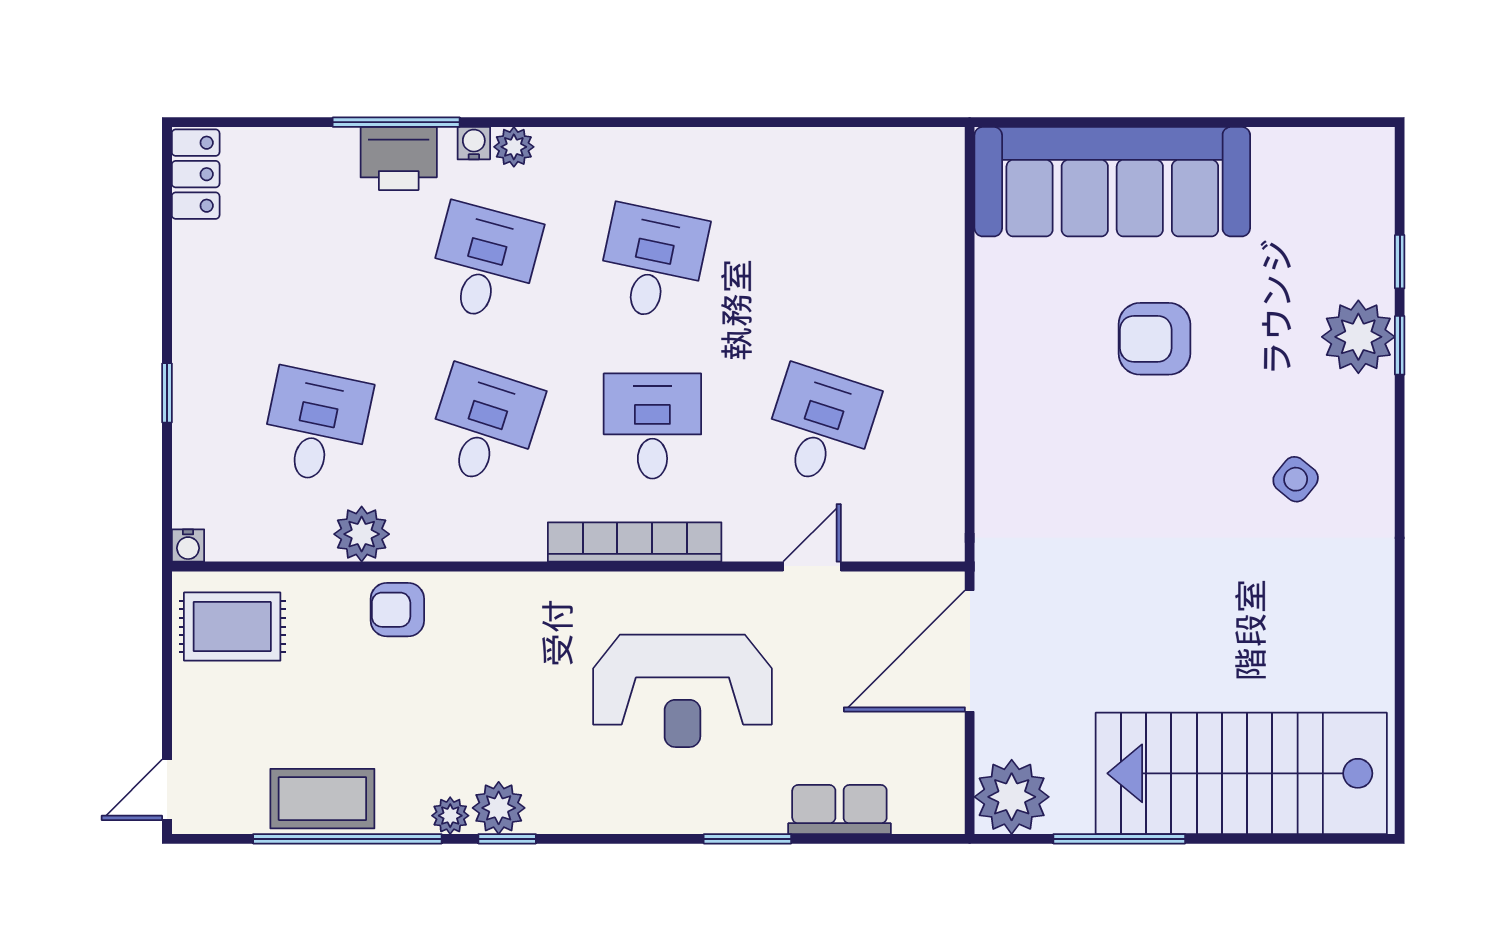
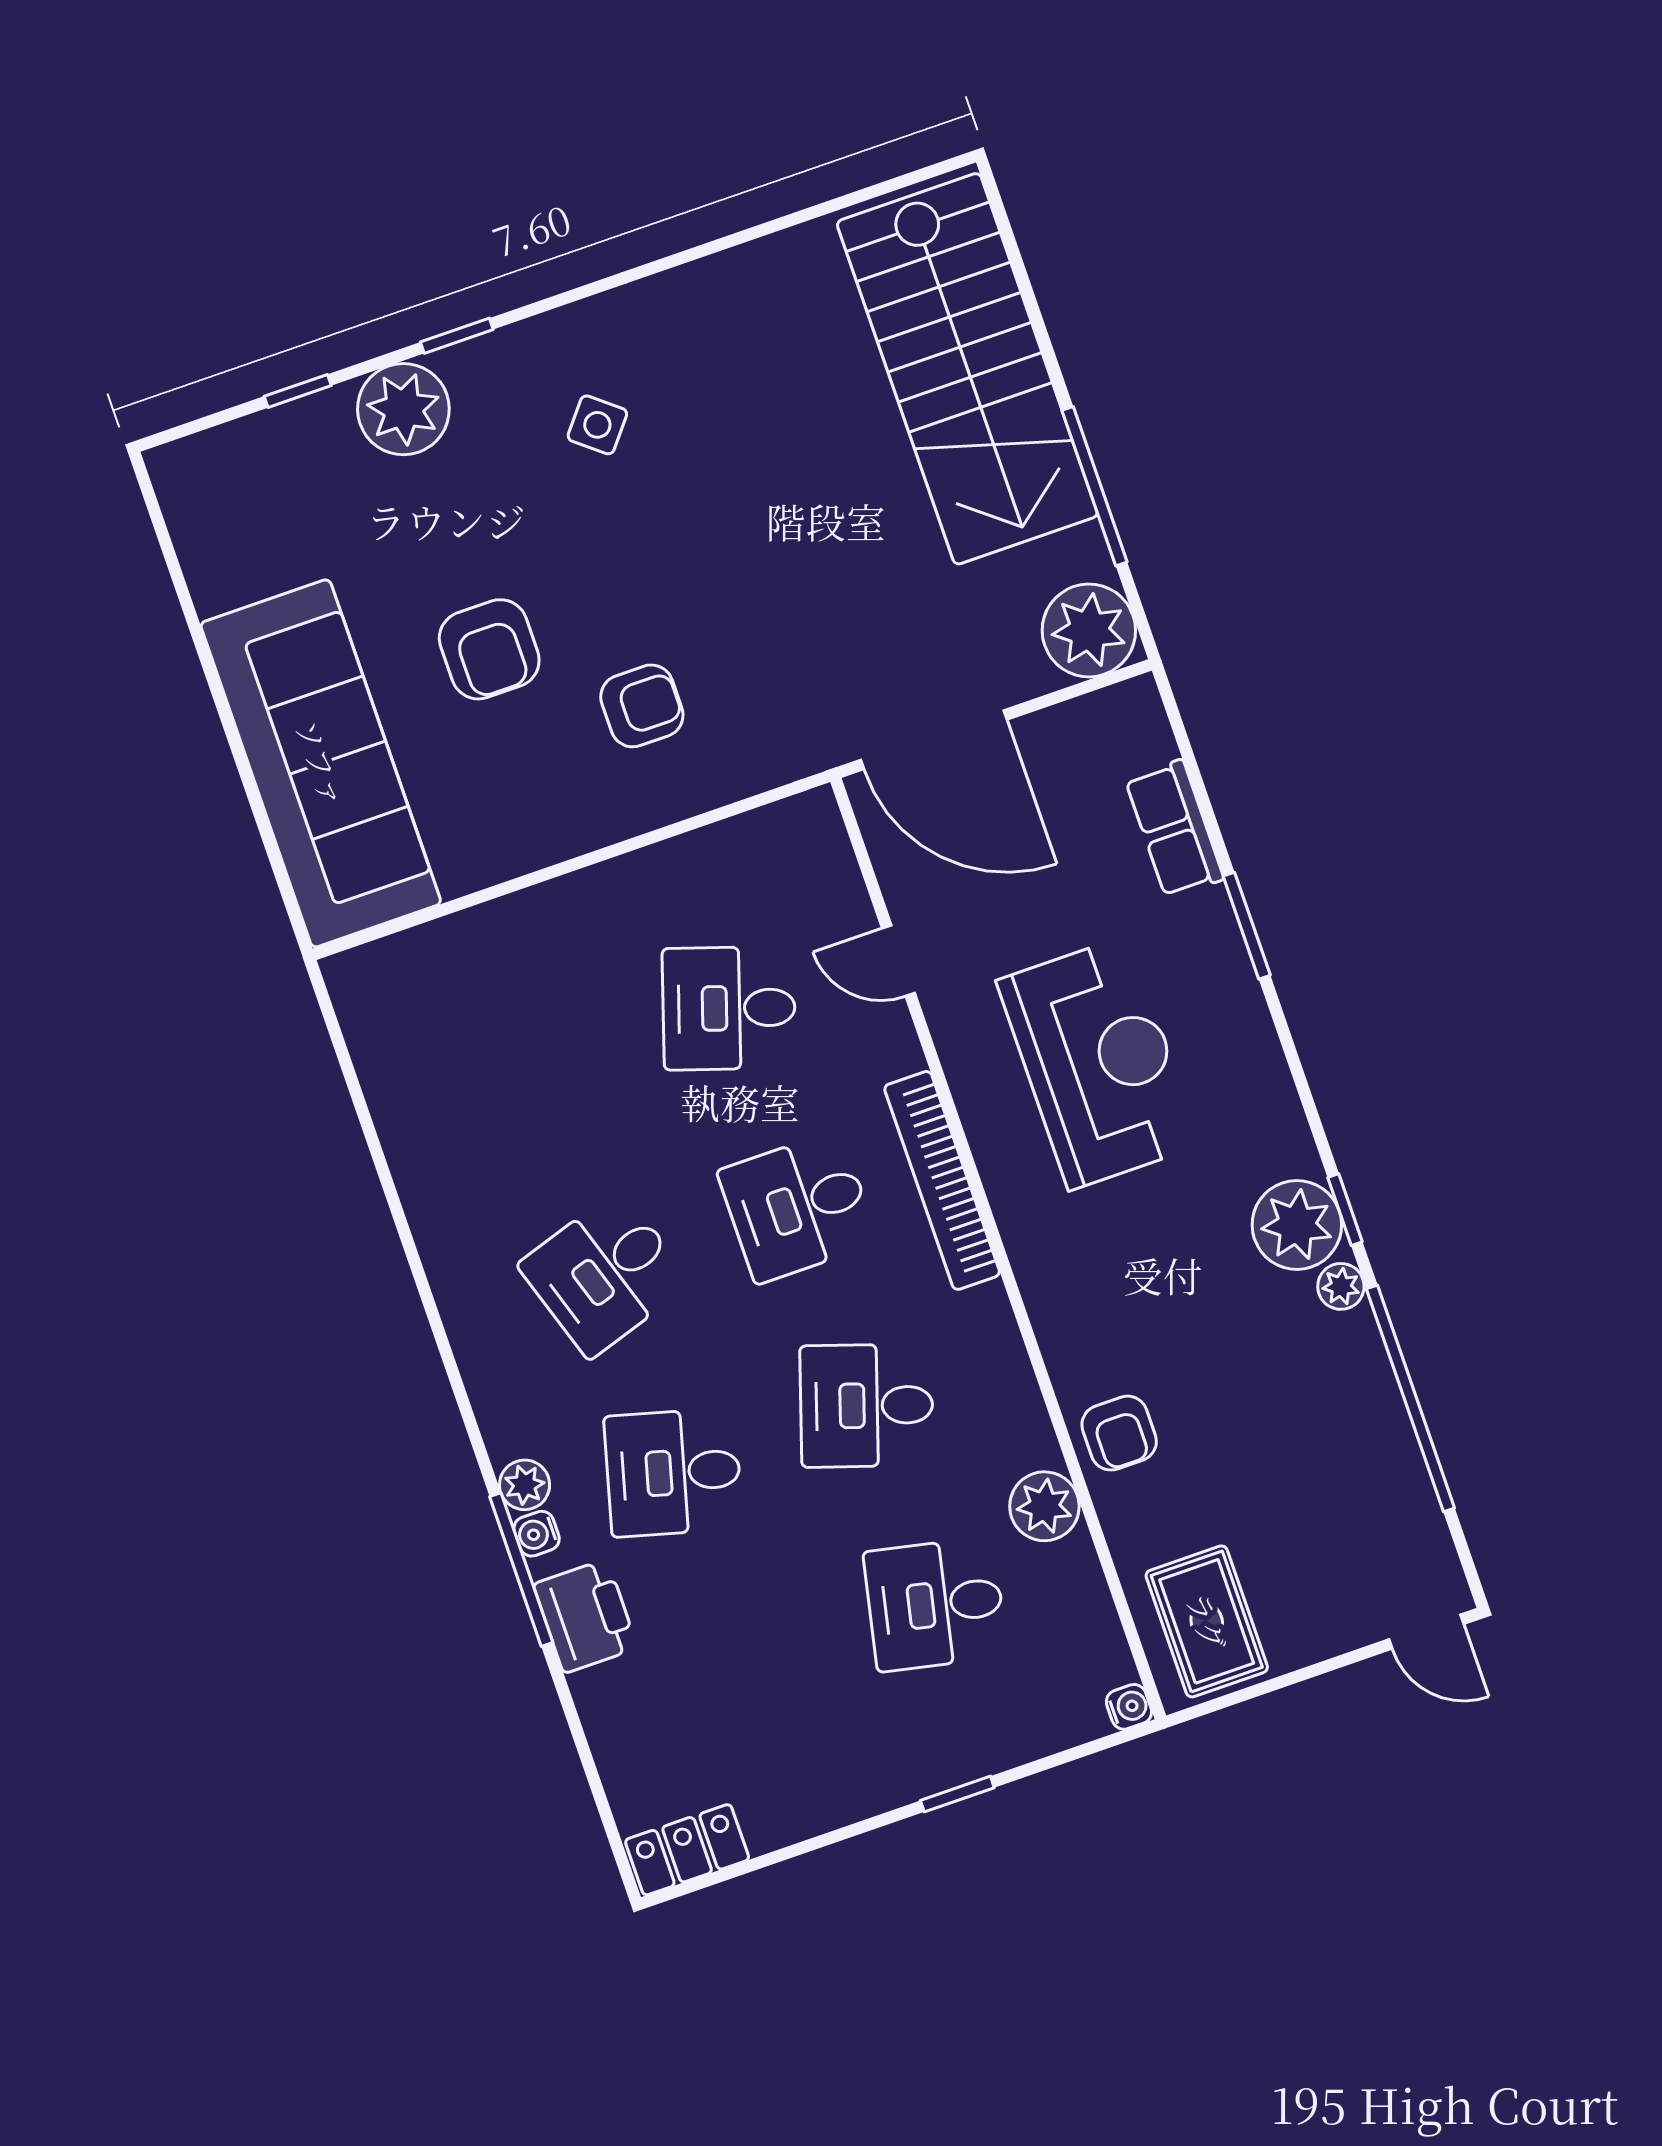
window: (396, 122) -> (521, 1570), moved
desk: (652, 263) -> (605, 1274), turned -30
window: (1400, 345) -> (457, 336), moved
armchair: (1072, 439) -> (642, 706), added
coffee table: (322, 799) -> (1373, 1444), removed
plant: (499, 808) -> (1297, 1225), width x1.36, depth x1.36

